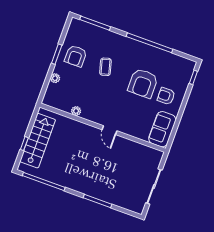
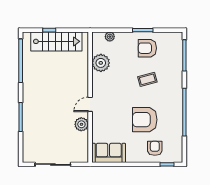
plant: (55, 78) -> (110, 37), moved
armchair: (166, 96) -> (155, 148), moved
plant: (76, 111) -> (101, 63), width x1.87, depth x1.87
plant: (125, 145) -> (81, 124), added

